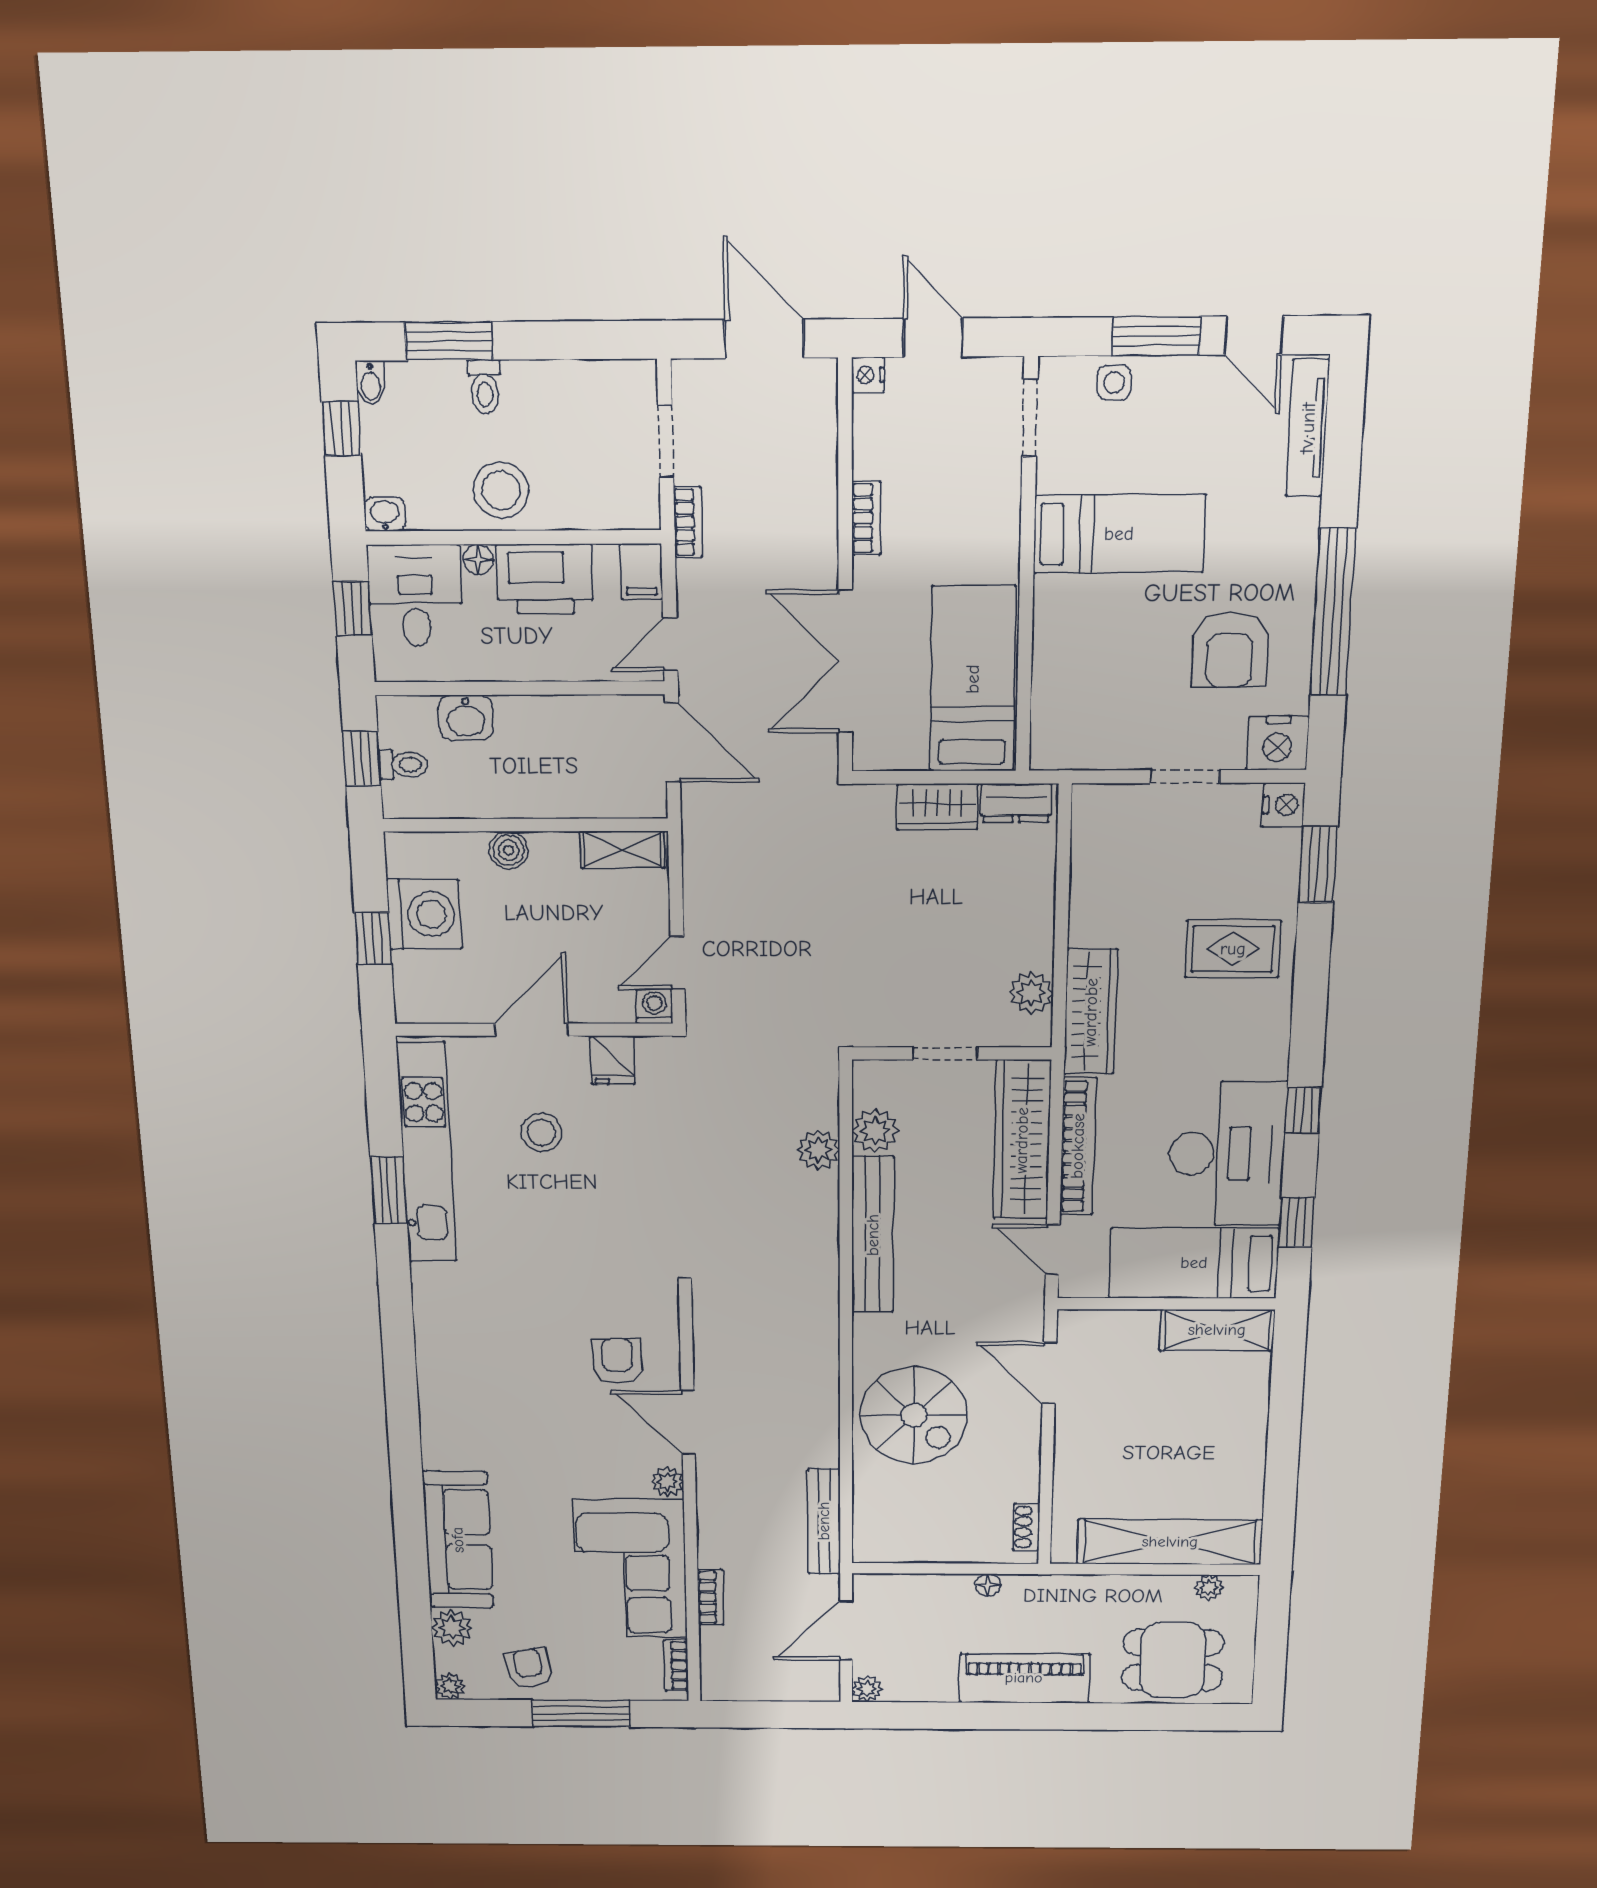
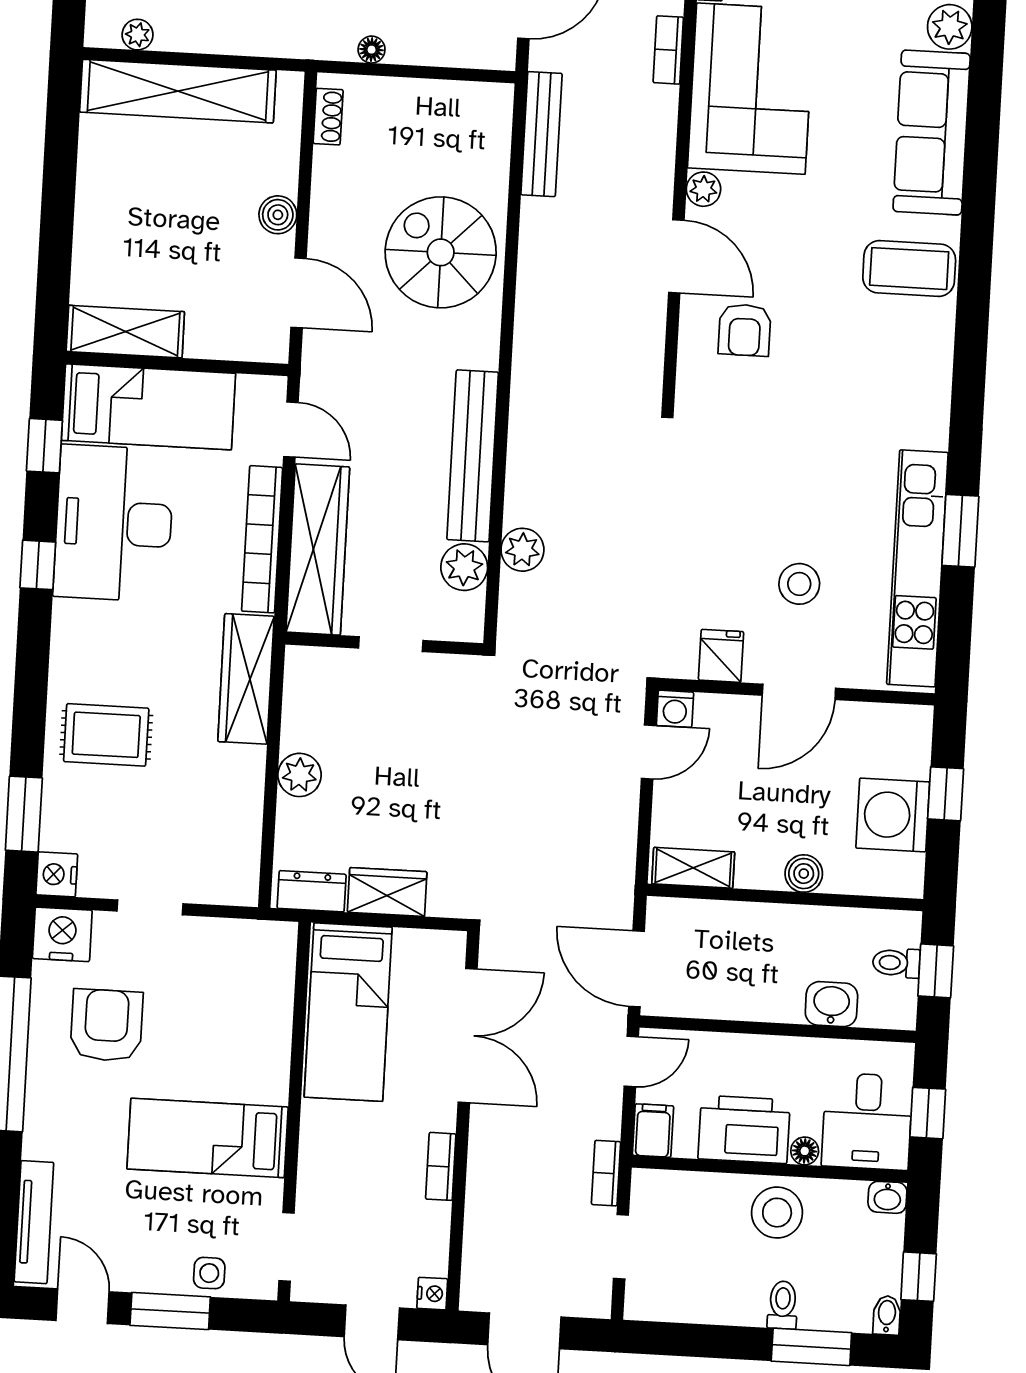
plant: (1031, 993) -> (299, 775), moved
coffee table: (466, 1423) -> (909, 269), added
boiler: (1072, 1440) -> (278, 215), added

